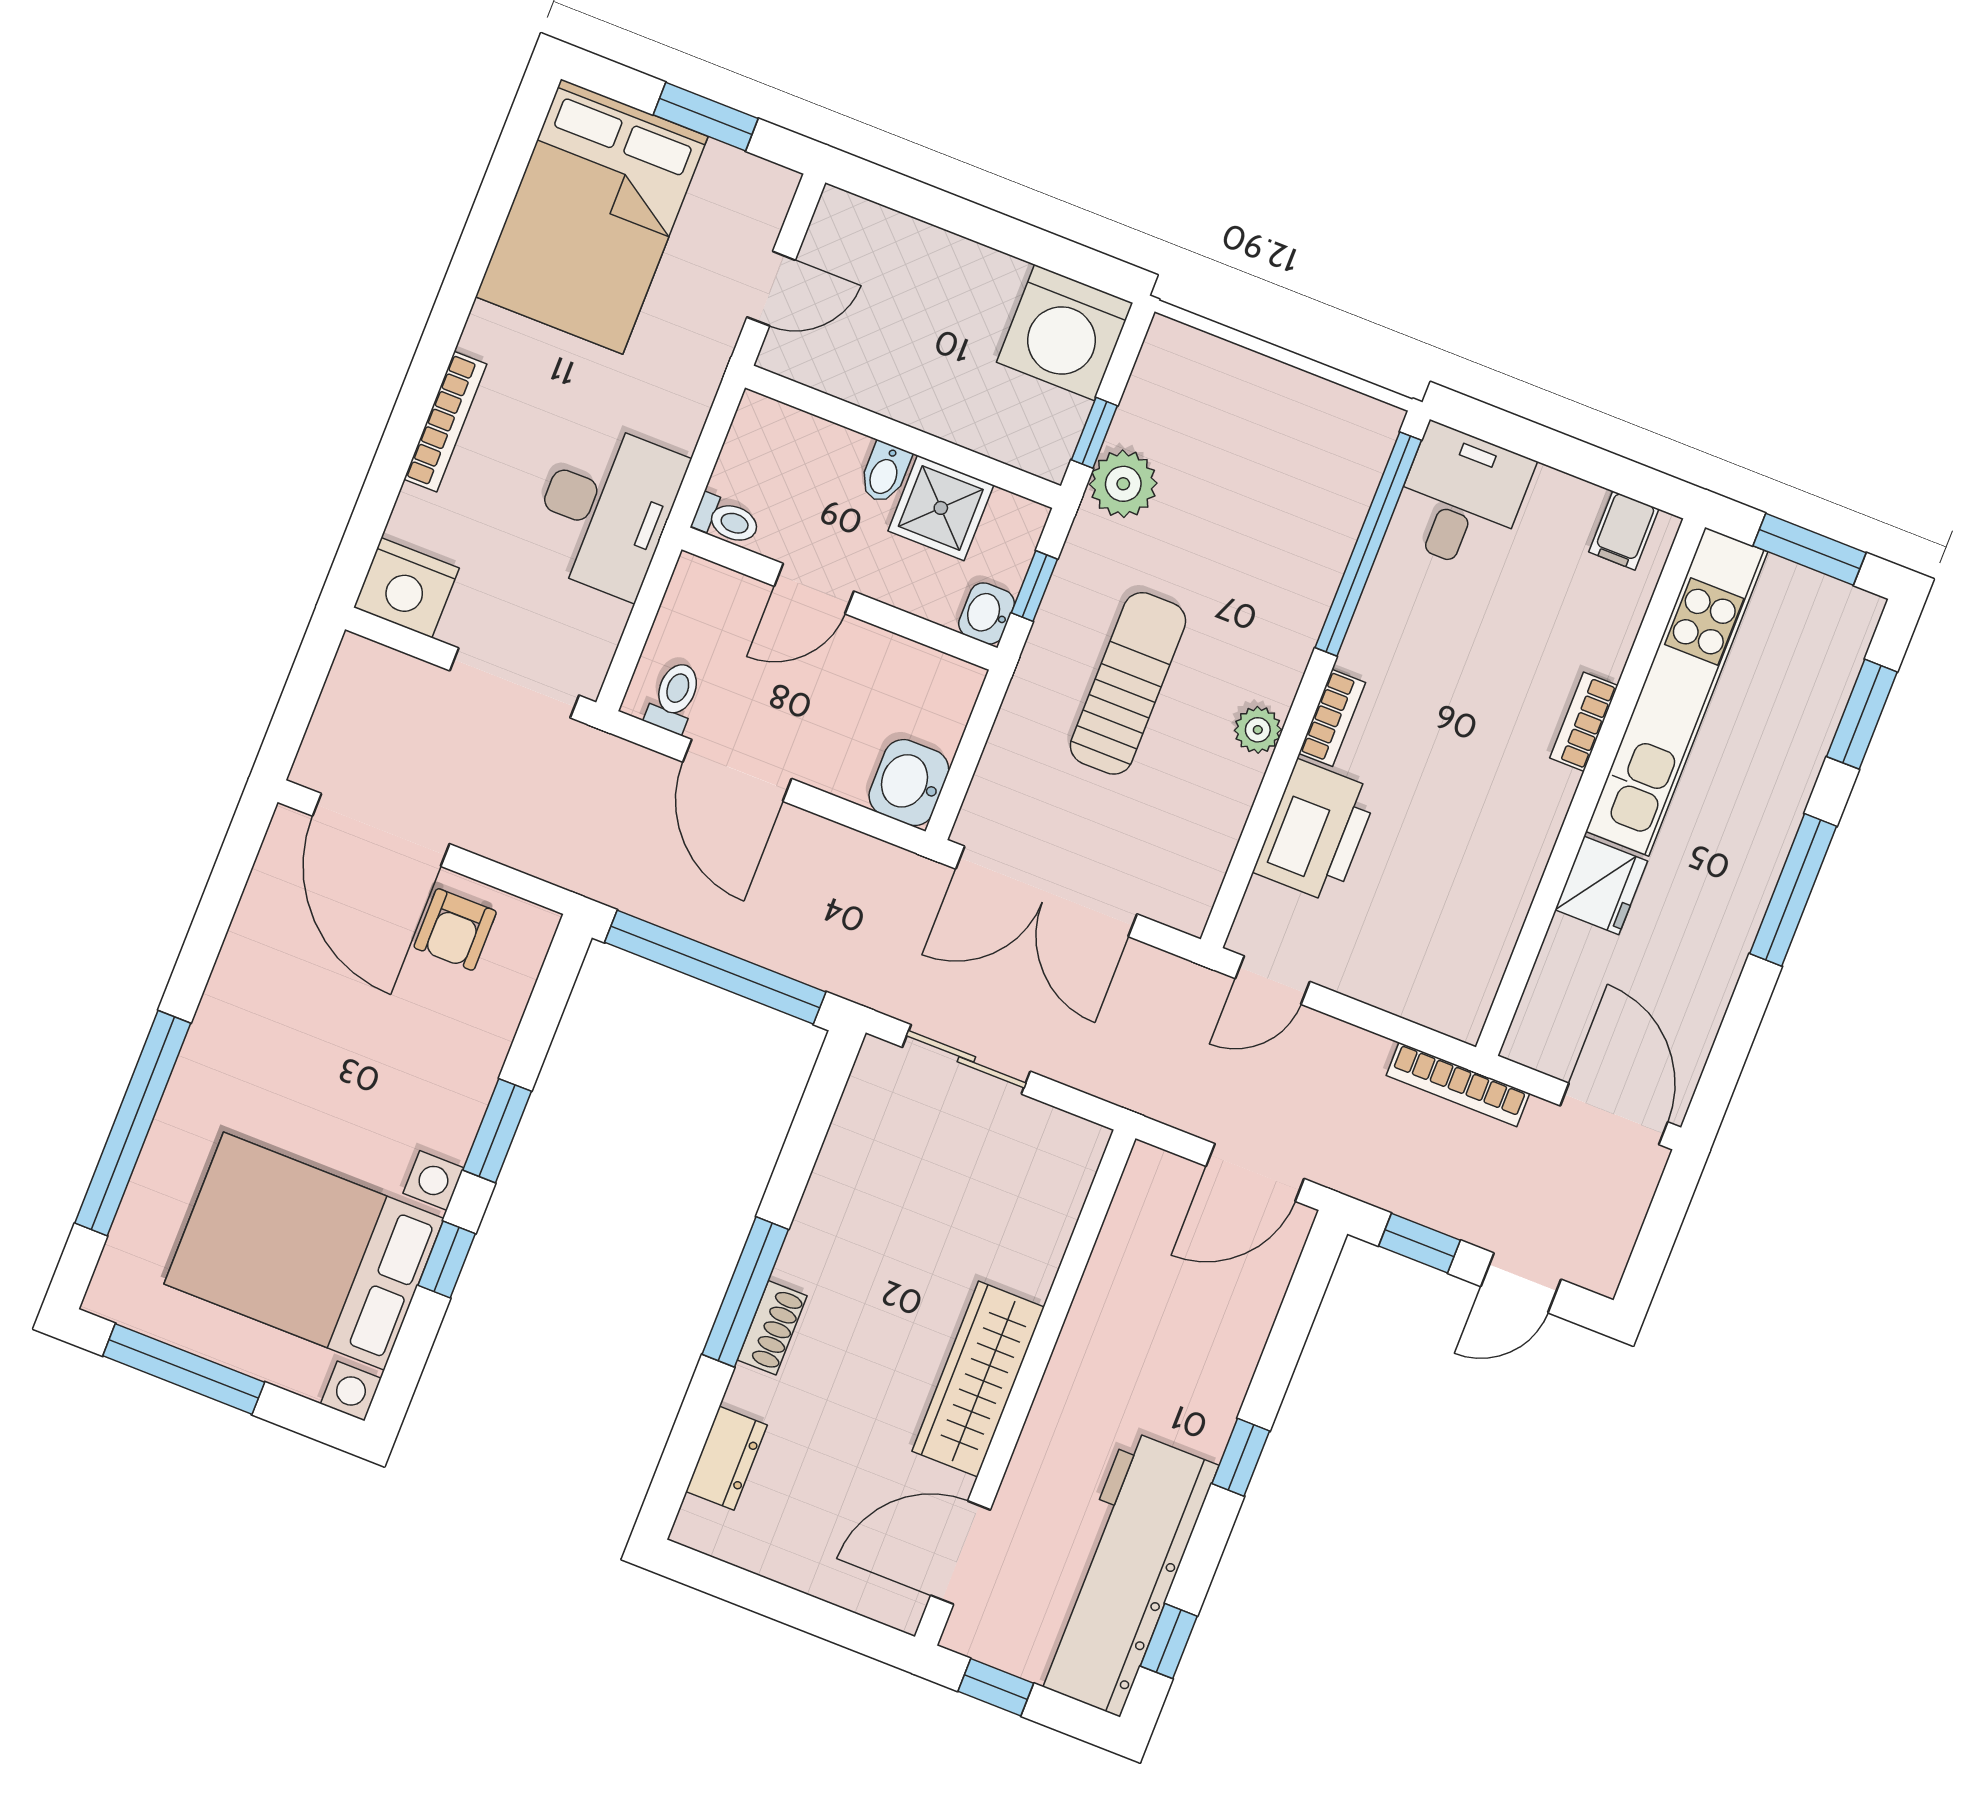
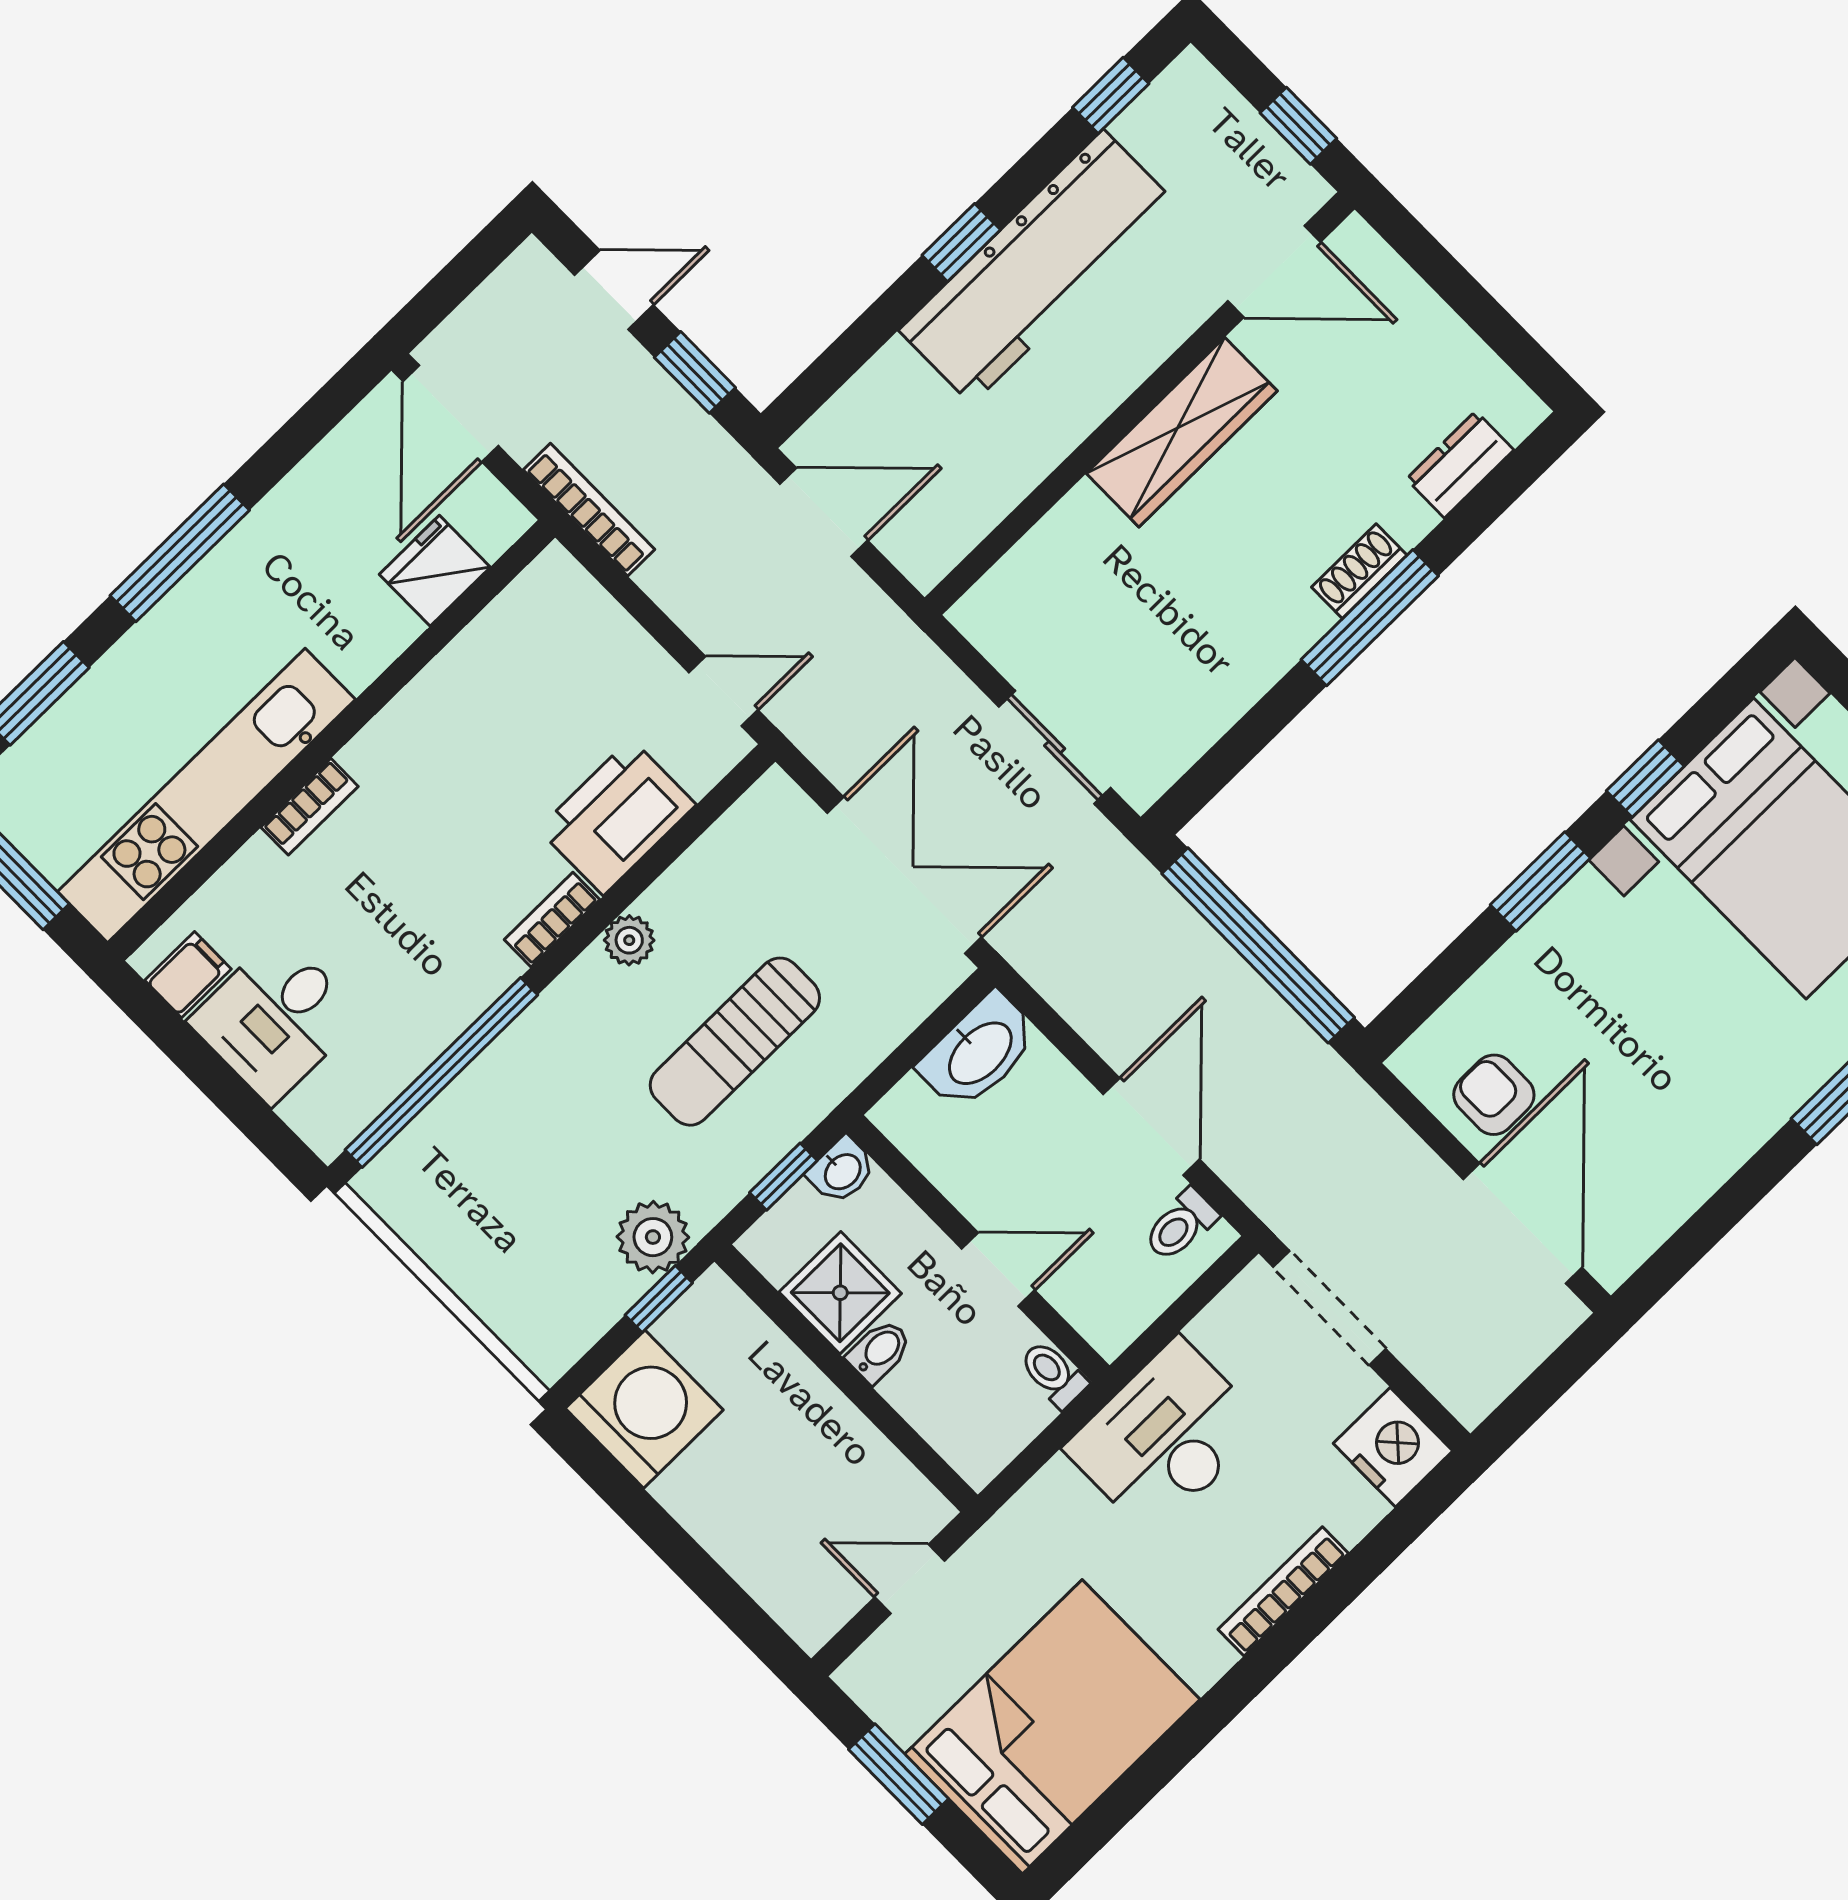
desk: (1461, 498) -> (275, 1019), moved
washbasin: (909, 783) -> (979, 1052), width x1.38
fridge: (1601, 885) -> (435, 571), moved
armchair: (455, 929) -> (1494, 1095), turned -90
workbench: (1124, 1573) -> (1037, 267), moved

